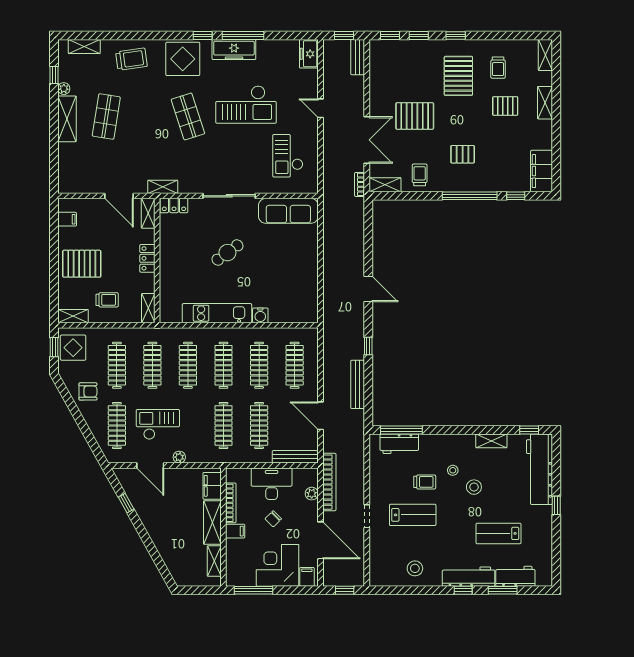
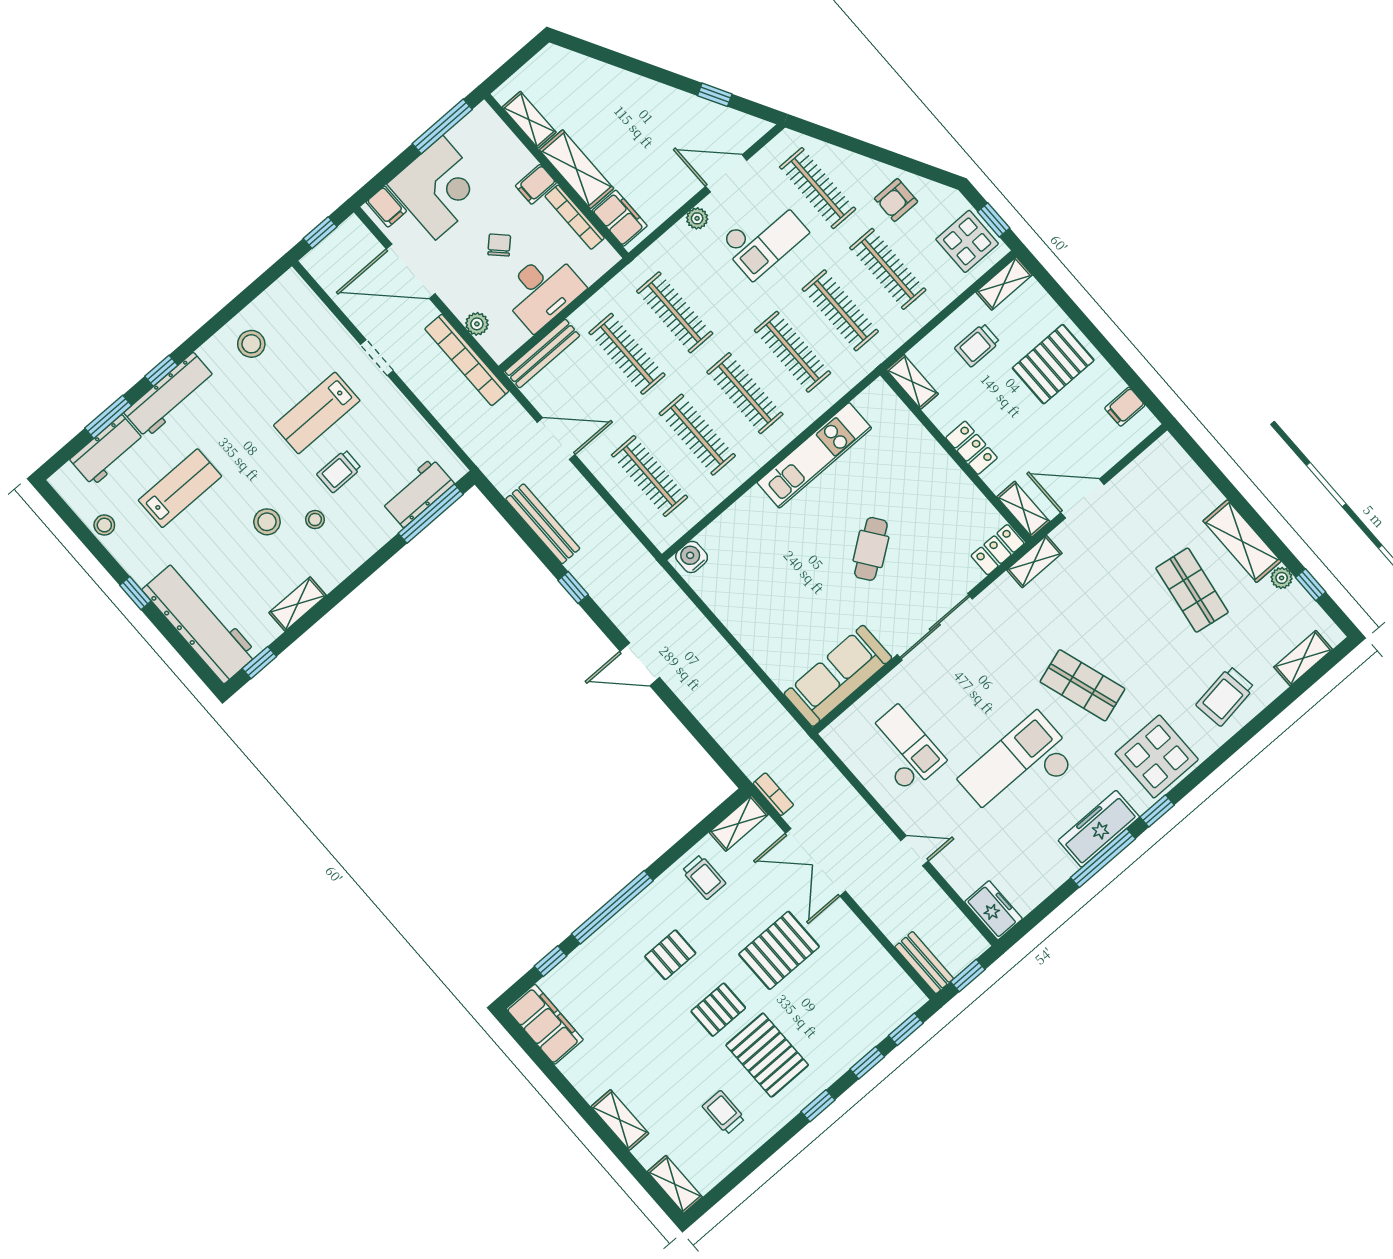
pallet: (505, 106) -> (718, 1010), moved
water cooler: (260, 315) -> (692, 557), moved
stool: (544, 546) -> (104, 525), added

